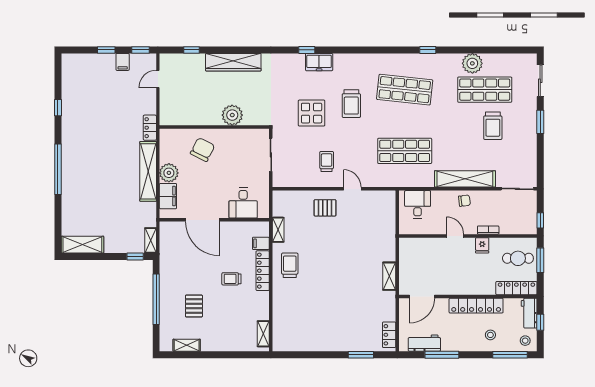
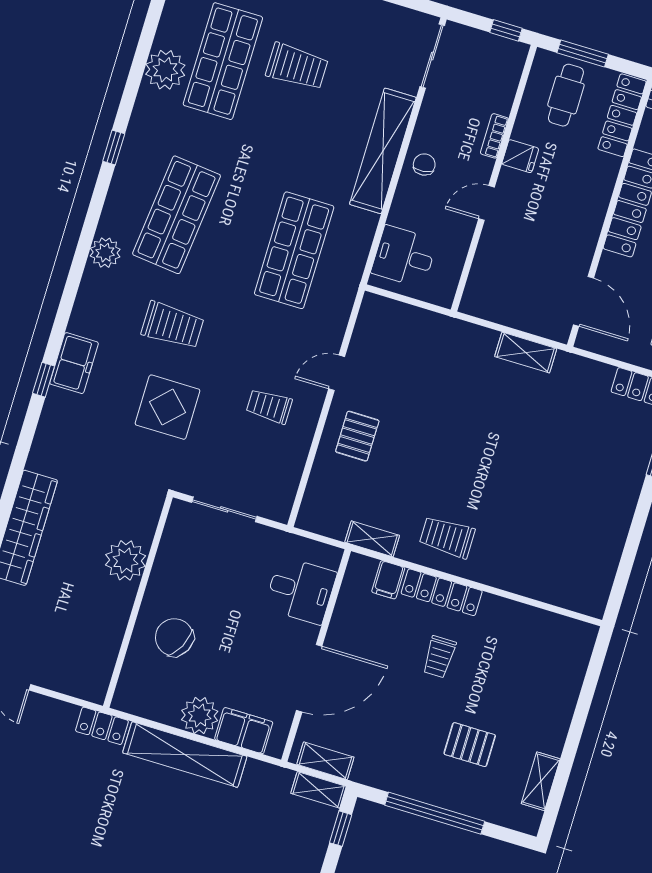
plant: (376, 61) -> (105, 253), added
shelving: (263, 334) -> (325, 761), moved

